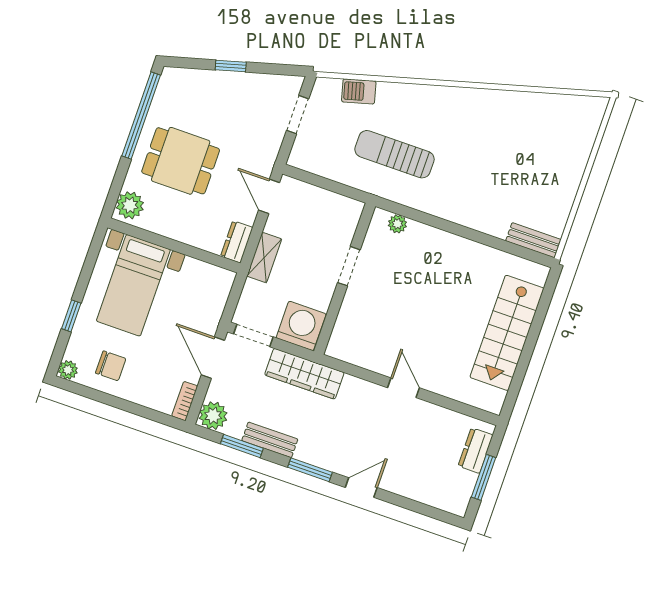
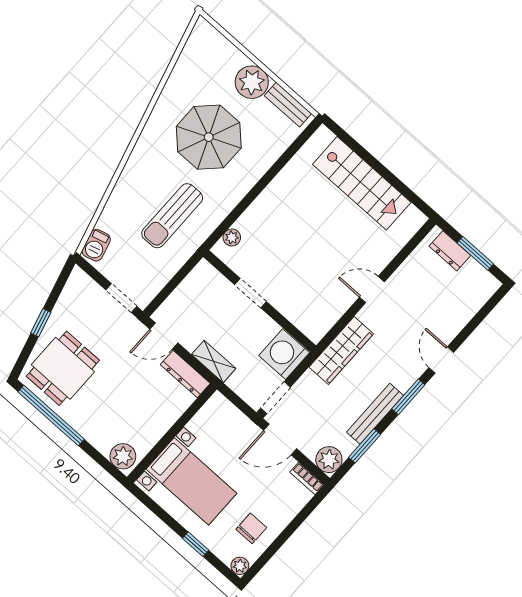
barbecue: (359, 91) -> (96, 245), moved
doorway: (298, 115) -> (121, 298), moved
parasol: (489, 158) -> (209, 137), added
dining table: (181, 161) -> (63, 368), moved
plant: (563, 179) -> (252, 82), added
bench: (533, 240) -> (288, 105), moved, turned 90
dresser: (237, 242) -> (185, 374), width x1.44
wardrobe: (304, 374) -> (341, 350), moved
bench: (270, 440) -> (375, 414), width x1.36

